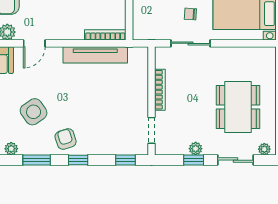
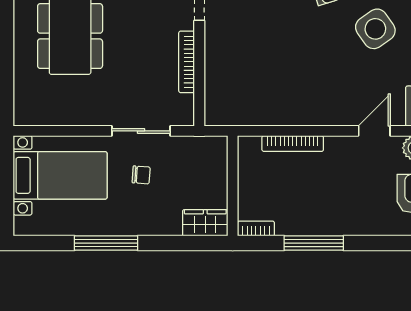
bookcase: (105, 35) -> (293, 144), moved
tv unit: (95, 55) -> (283, 114), removed

